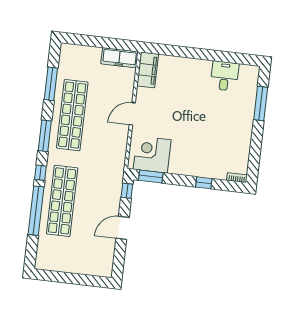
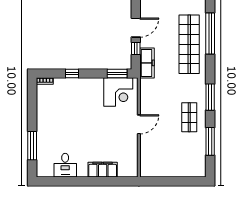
freezer: (120, 58) -> (147, 63), moved, turned 90
filing cabinet: (148, 70) -> (103, 170), moved, turned 90
shop shelf: (72, 115) -> (189, 117), width x0.50, depth x0.74
window: (40, 173) -> (210, 66), removed
window: (127, 191) -> (136, 48), moved

